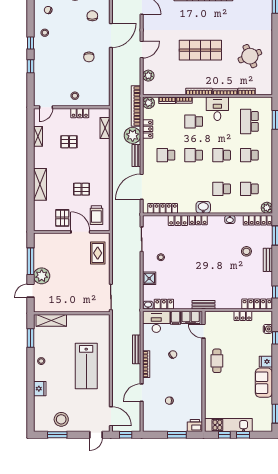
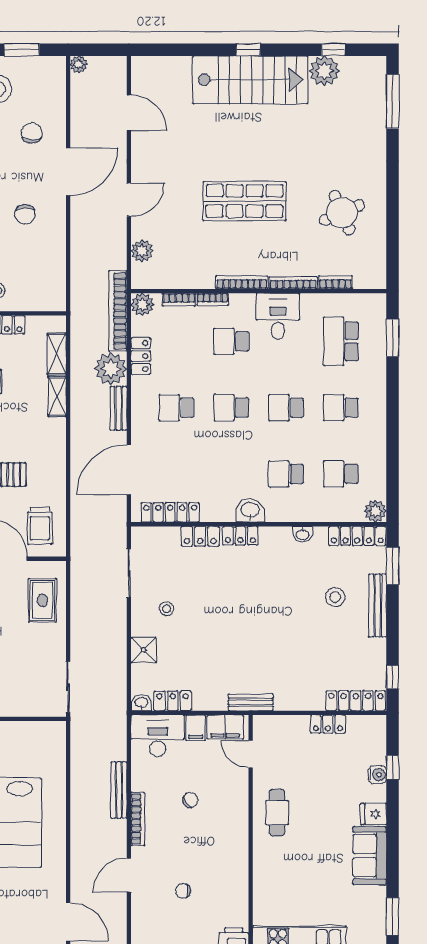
shelving: (105, 150) -> (57, 397), added
bench: (268, 260) -> (378, 605), width x1.36
water cooler: (268, 329) -> (377, 775), moved

